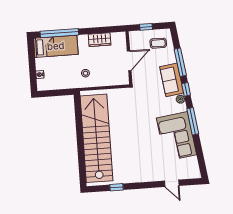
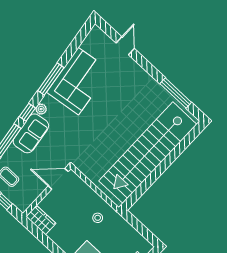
wardrobe: (100, 40) -> (41, 220), moved
door: (129, 61) -> (58, 179), moved
window: (116, 187) -> (176, 93), width x2.17

